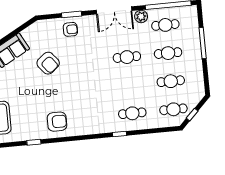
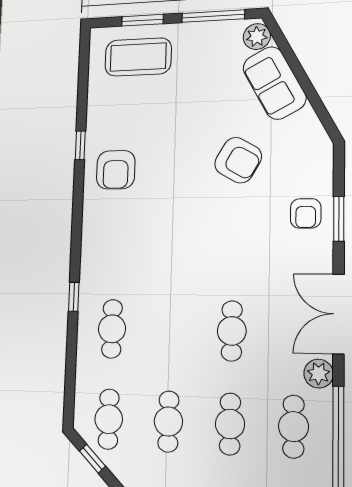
armchair: (48, 63) -> (238, 160), turned -111
window: (34, 142) -> (80, 145), moved

